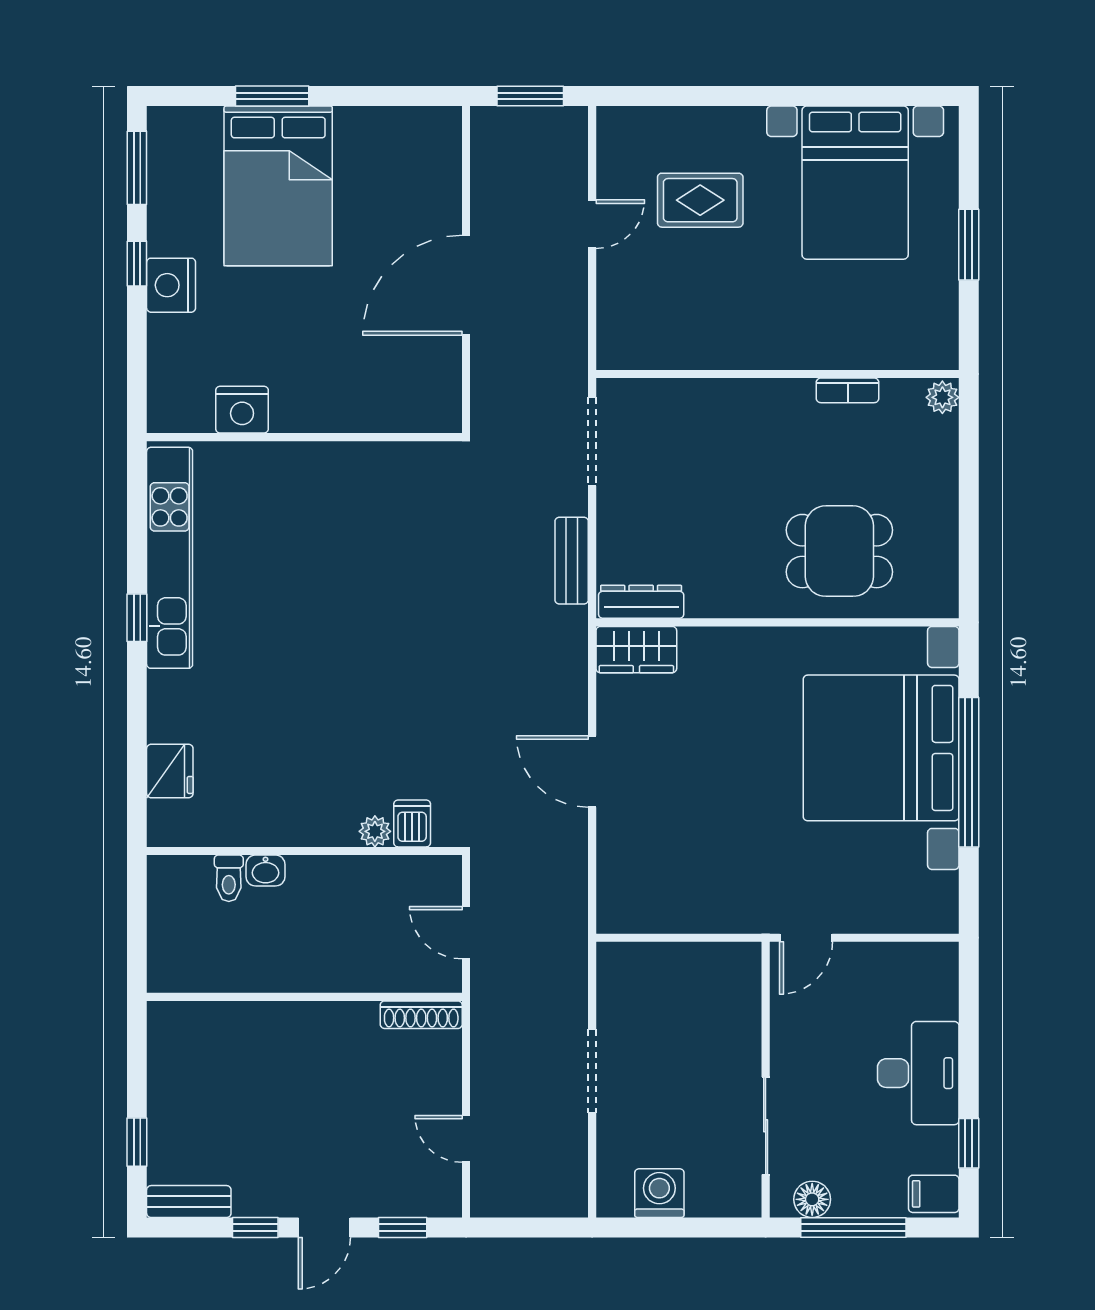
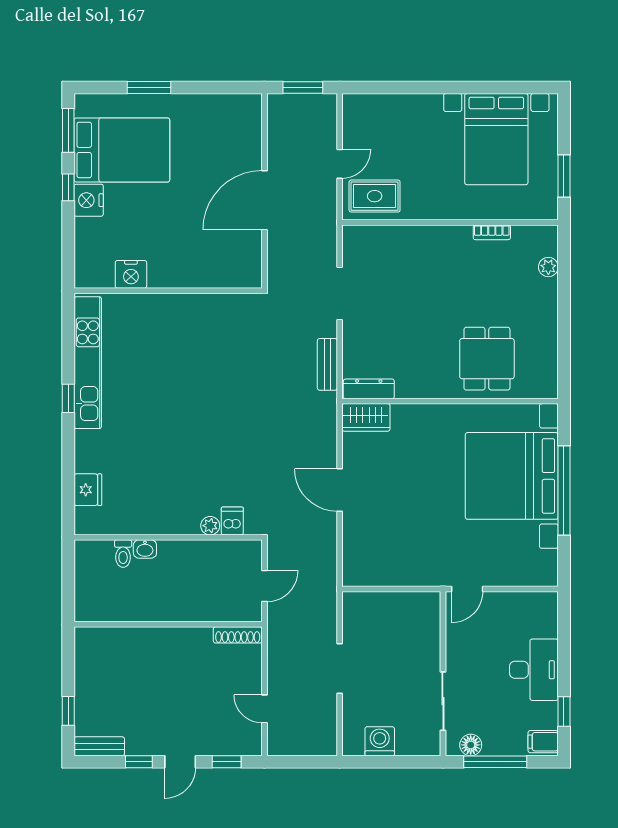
bed: (278, 186) -> (122, 150), moved, turned -90
rug: (700, 200) -> (375, 196), moved
wall: (777, 374) -> (450, 223), moved
bookcase: (848, 390) -> (492, 232), moved
dining table: (839, 551) -> (487, 359), turned 90
door: (466, 933) -> (264, 586), swing flipped

